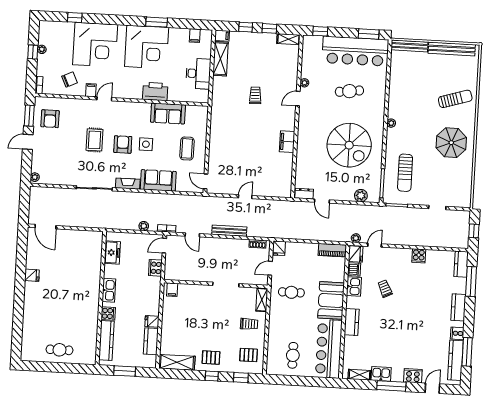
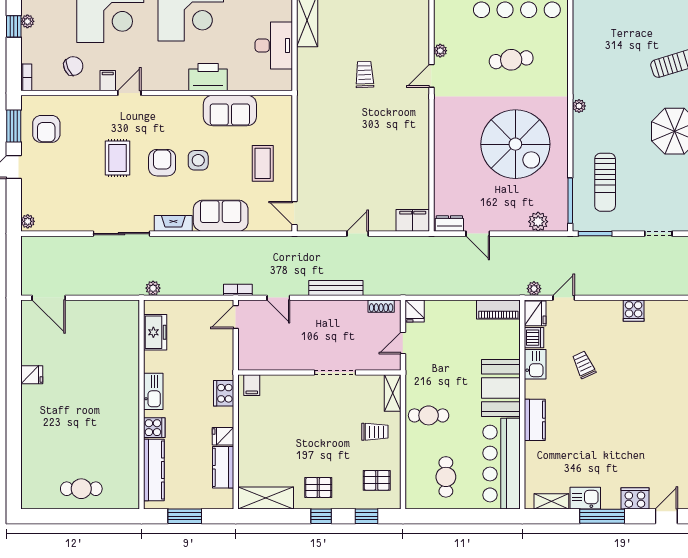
filing cabinet: (287, 142) -> (413, 220), moved, turned 90
plant: (144, 226) -> (153, 288), moved
cooker: (155, 268) -> (224, 393), moved
cafe table: (291, 292) -> (429, 415), moved

